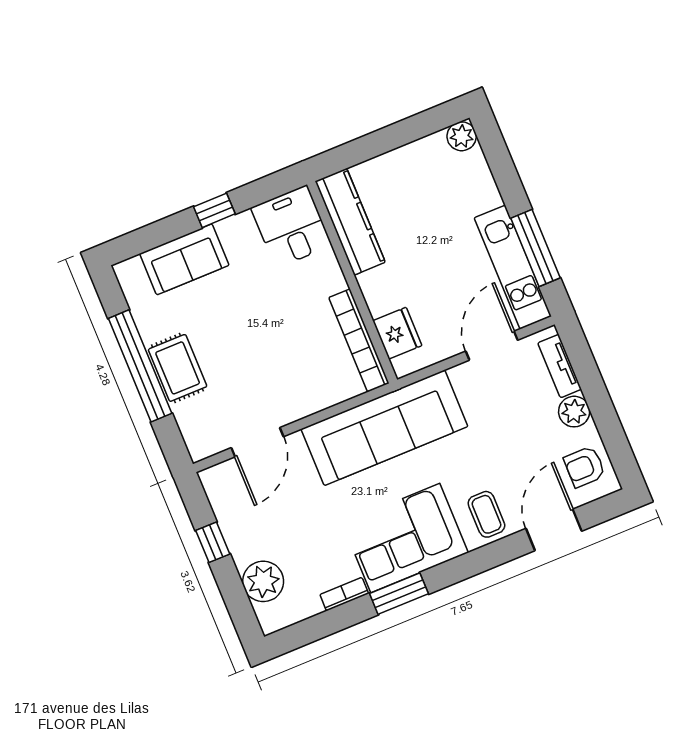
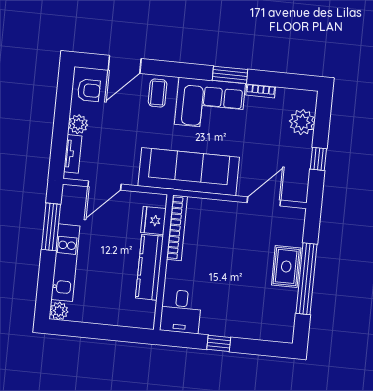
kitchen counter: (350, 222) -> (149, 267), moved
sofa: (184, 259) -> (250, 325), removed
kitchen unit: (513, 267) -> (65, 263), moved

